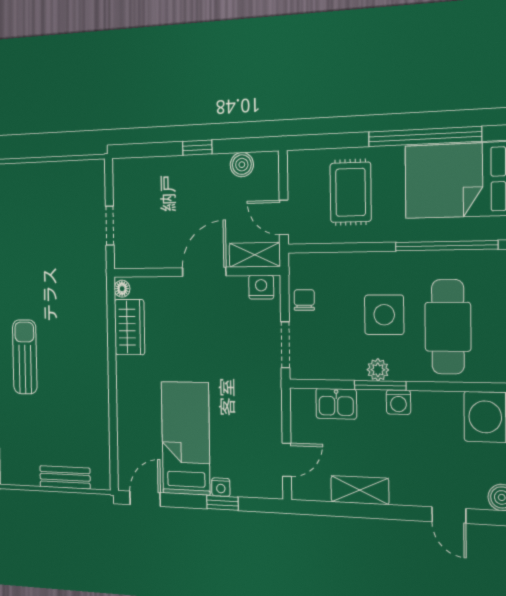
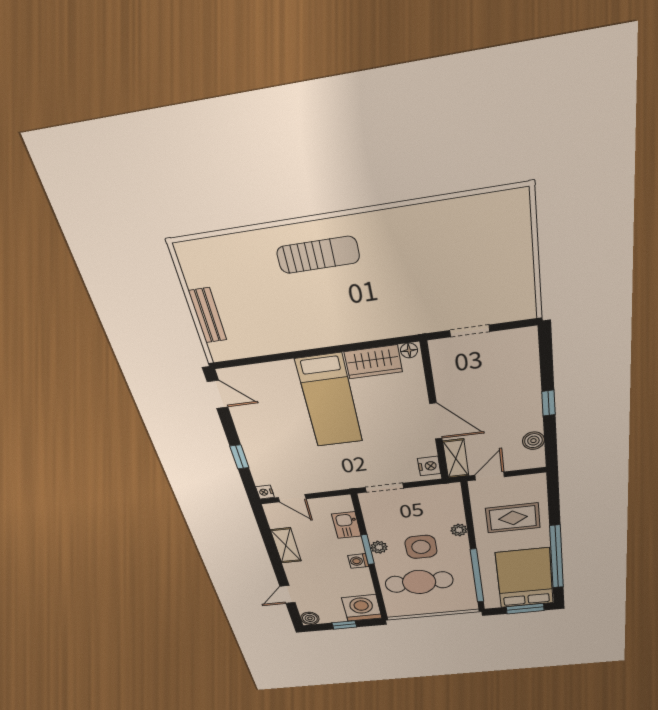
plant: (362, 262) -> (459, 530), added
chair: (304, 300) -> (423, 497), removed
bed: (186, 438) -> (329, 401), moved, turned 90
nightstand: (221, 487) -> (265, 492), moved

